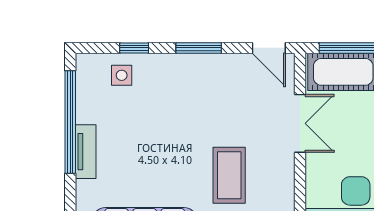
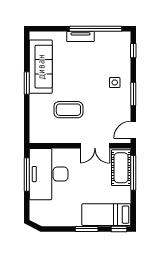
window: (134, 48) -> (133, 51), moved
side table: (122, 75) -> (115, 82), moved

